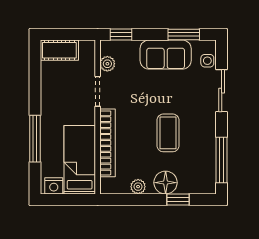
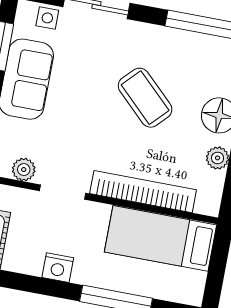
coffee table: (168, 133) -> (145, 98), turned 44
nightstand: (54, 186) -> (58, 268), moved, turned 90

